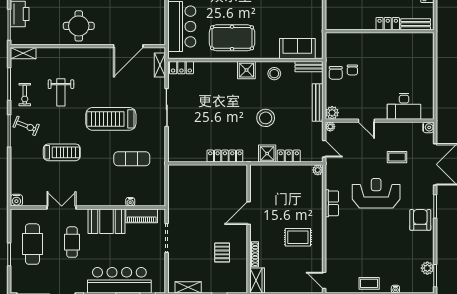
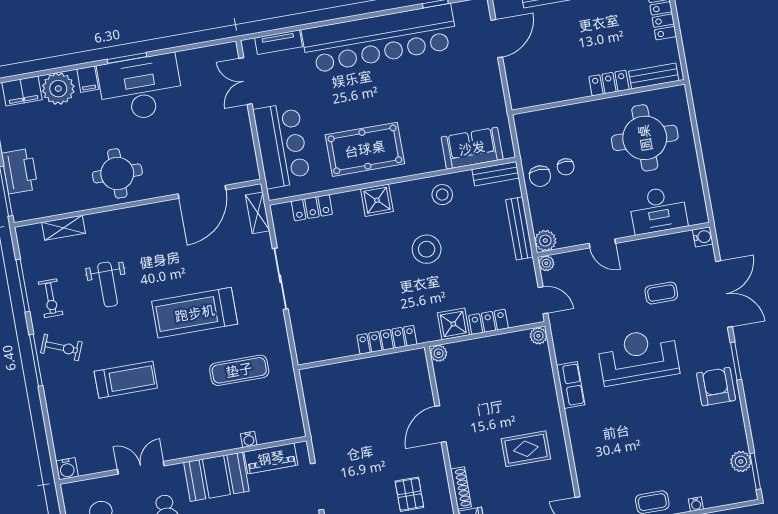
shelving: (23, 53) -> (63, 228), moved
round table: (404, 61) -> (645, 138), added
locker: (181, 68) -> (312, 208), moved
shower: (246, 70) -> (377, 200), moved
stool: (266, 118) -> (427, 249), moved
plant: (255, 170) -> (439, 353), added

